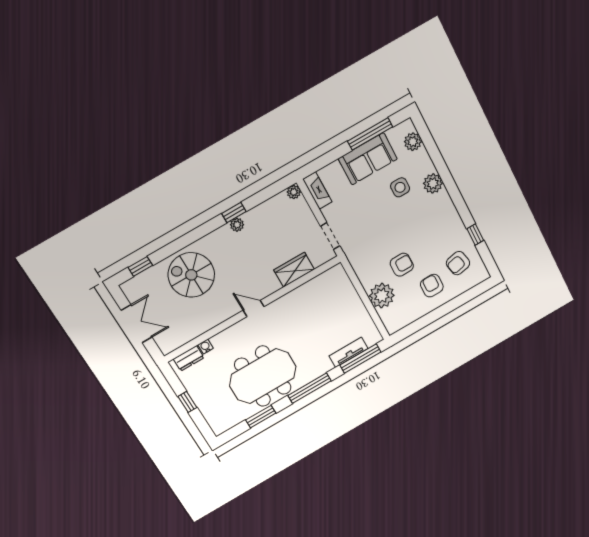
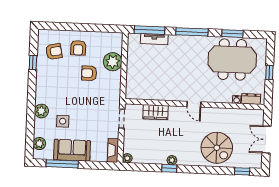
meeting table: (263, 376) -> (232, 60), moved

